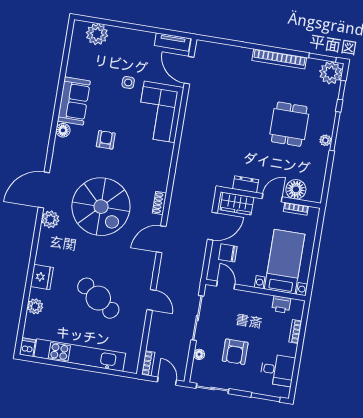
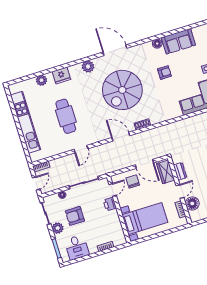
door: (272, 198) -> (180, 192), hinge flipped
plant: (50, 219) -> (88, 66), moved
cafe table: (98, 298) -> (66, 116), turned -35
printer: (281, 304) -> (110, 204), moved
dishwasher: (28, 347) -> (14, 88), removed
plant: (240, 382) -> (58, 228), added

